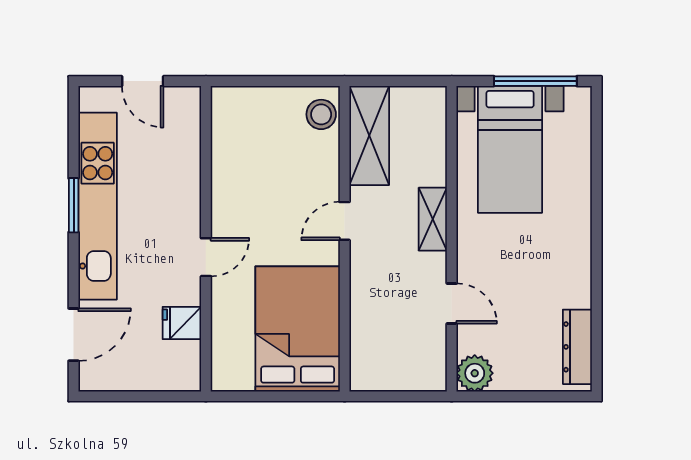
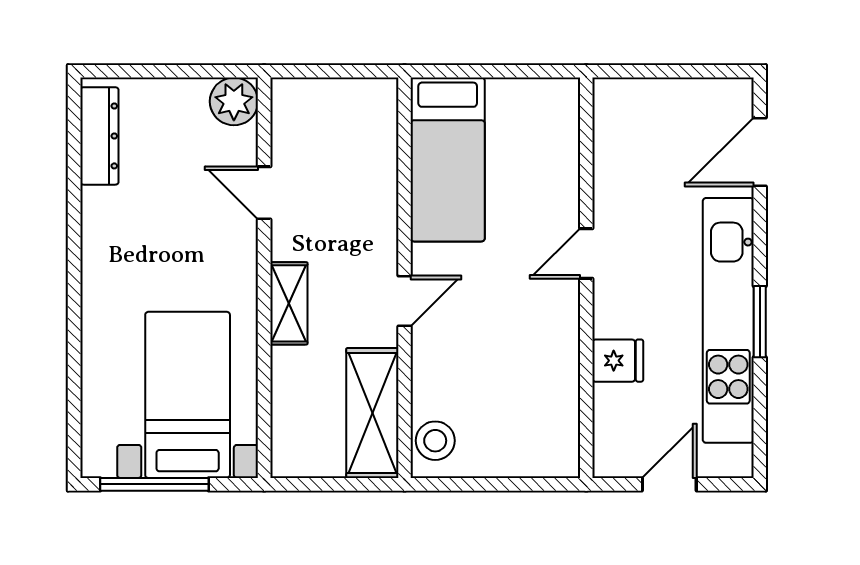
door: (143, 81) -> (669, 484), hinge flipped
fridge: (182, 323) -> (618, 361), moved
bed: (298, 329) -> (448, 159), width x0.67

